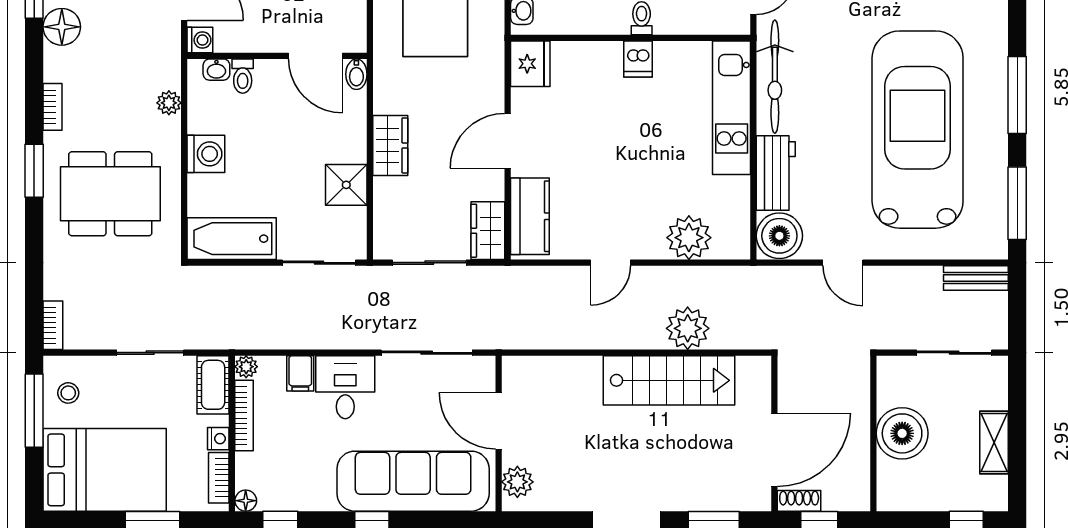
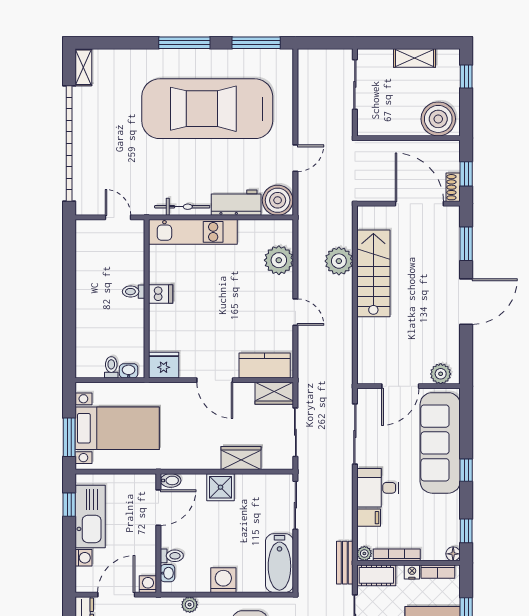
bicycle: (775, 77) -> (182, 207), width x0.73, depth x0.71
wardrobe: (390, 145) -> (241, 458), moved
shower: (346, 185) -> (220, 487), moved
bench: (976, 278) -> (345, 563), moved
boiler: (902, 433) -> (438, 119), moved

